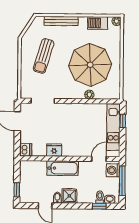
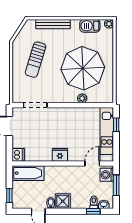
fridge: (54, 150) -> (60, 155), moved
bathtub: (63, 168) -> (28, 173), moved
window: (122, 181) -> (116, 185), width x0.69

